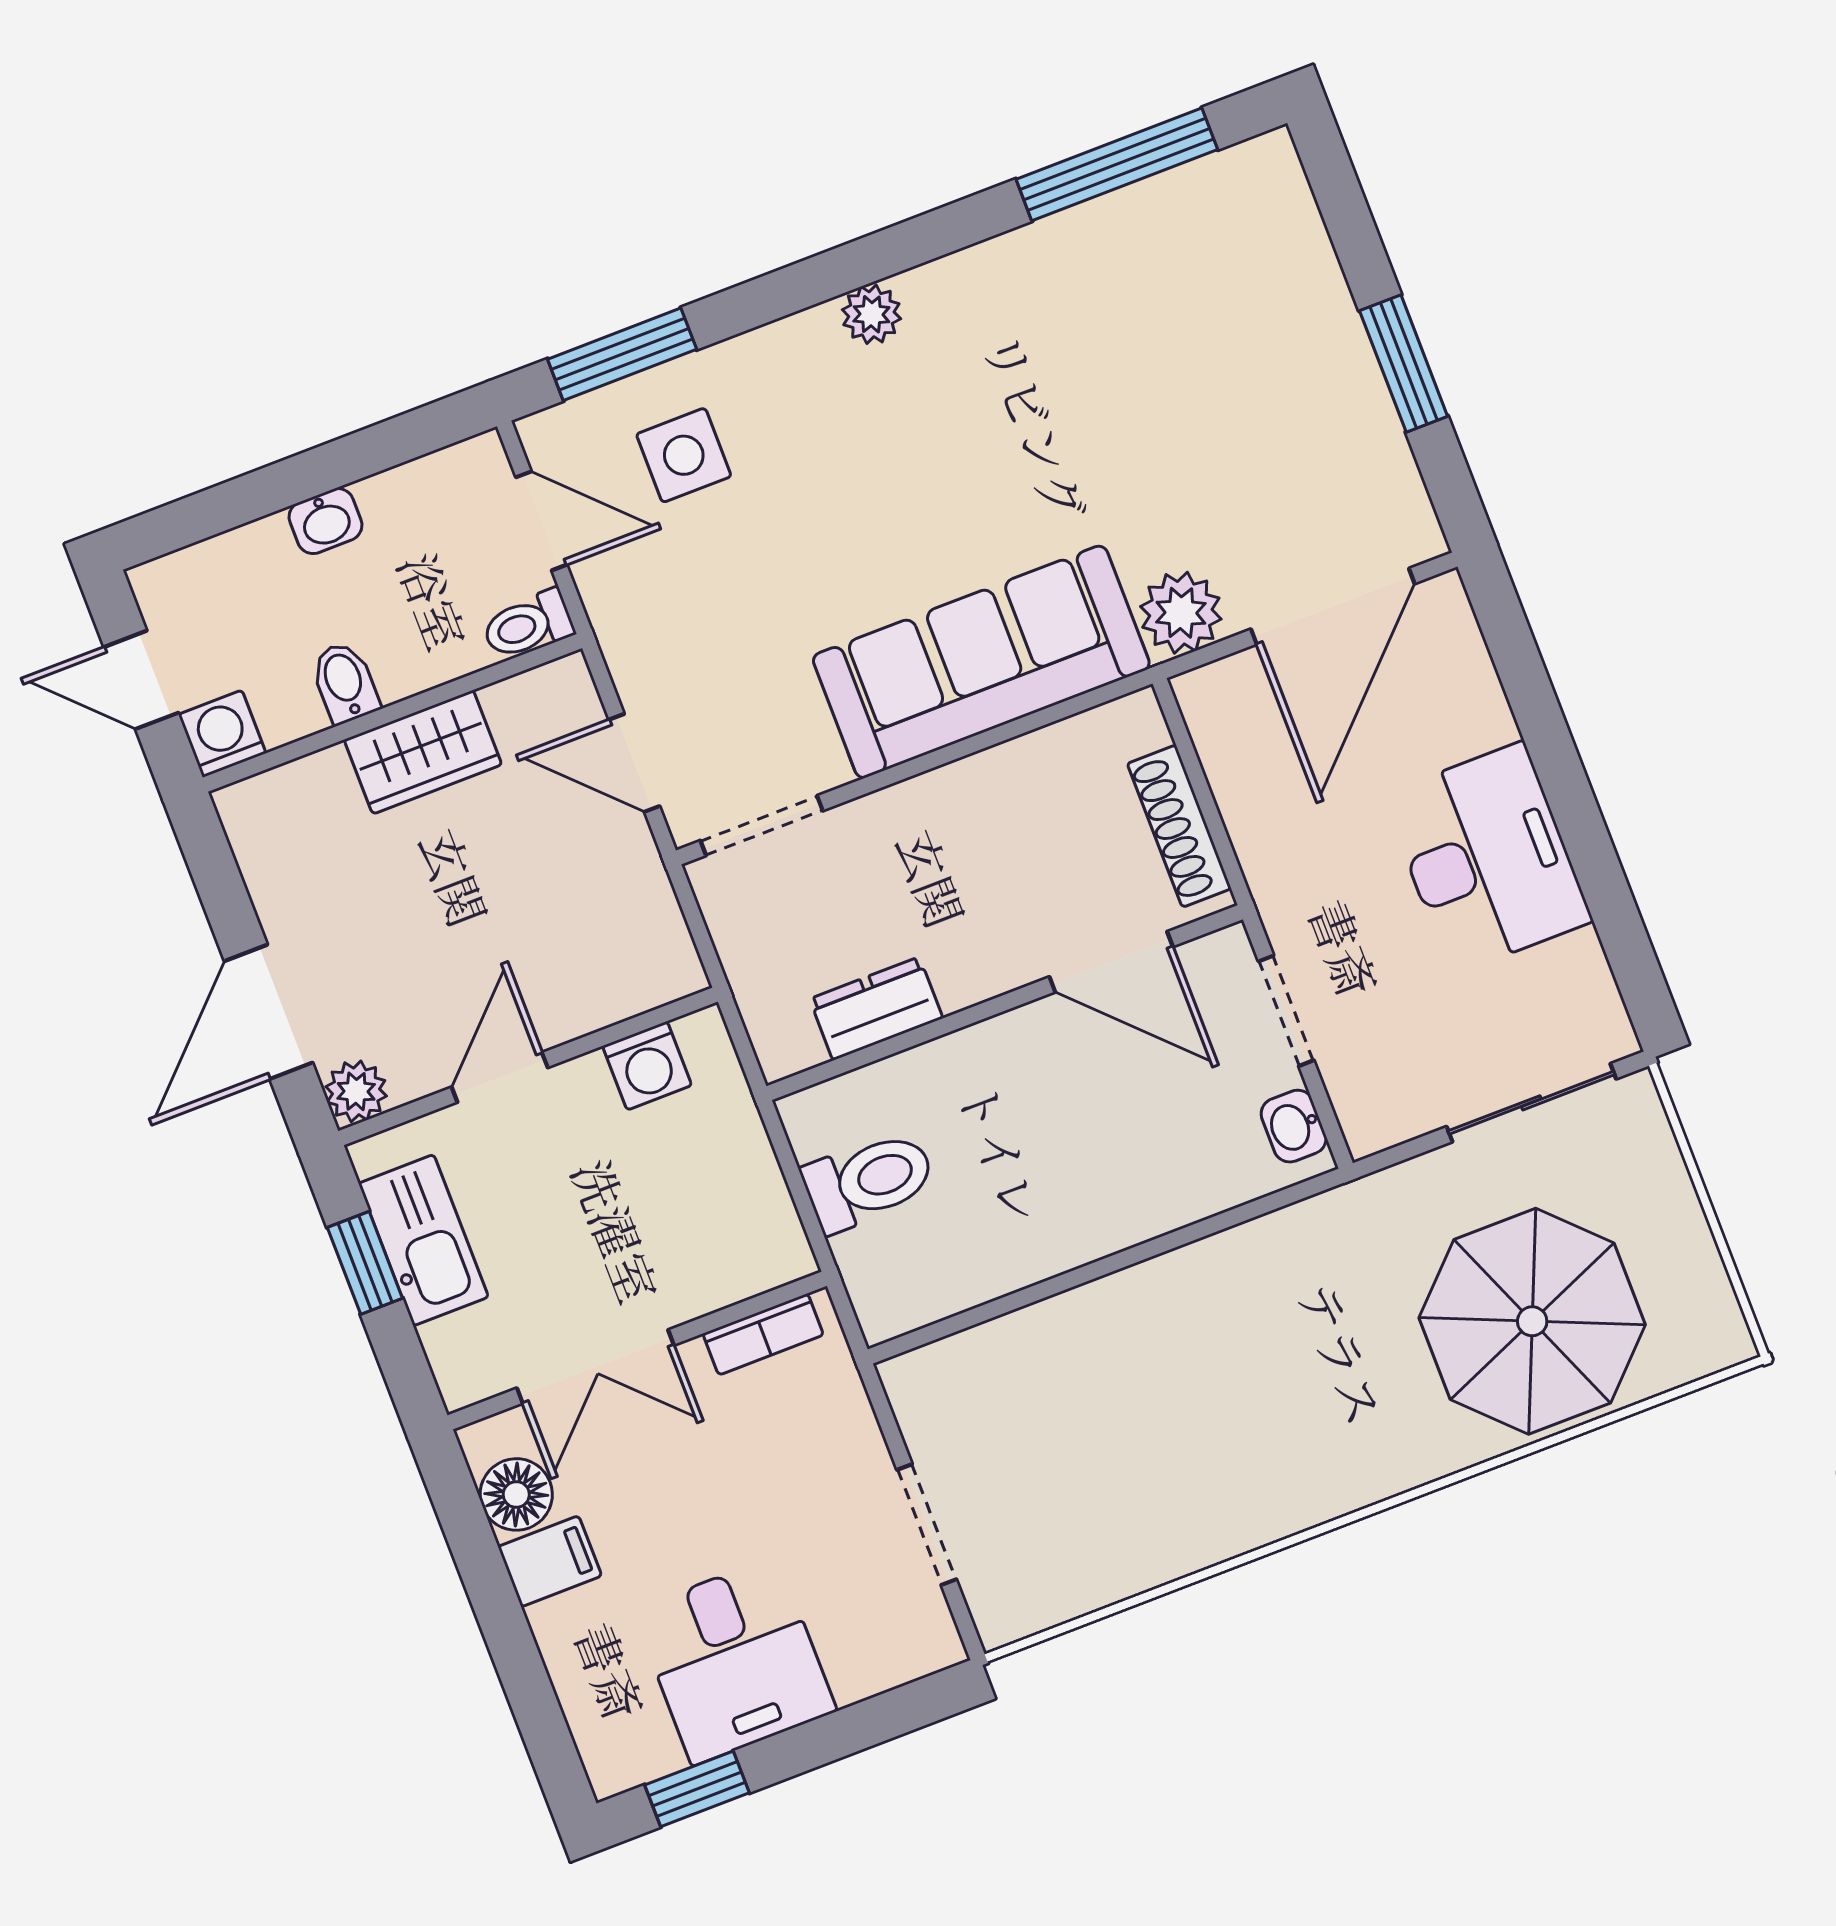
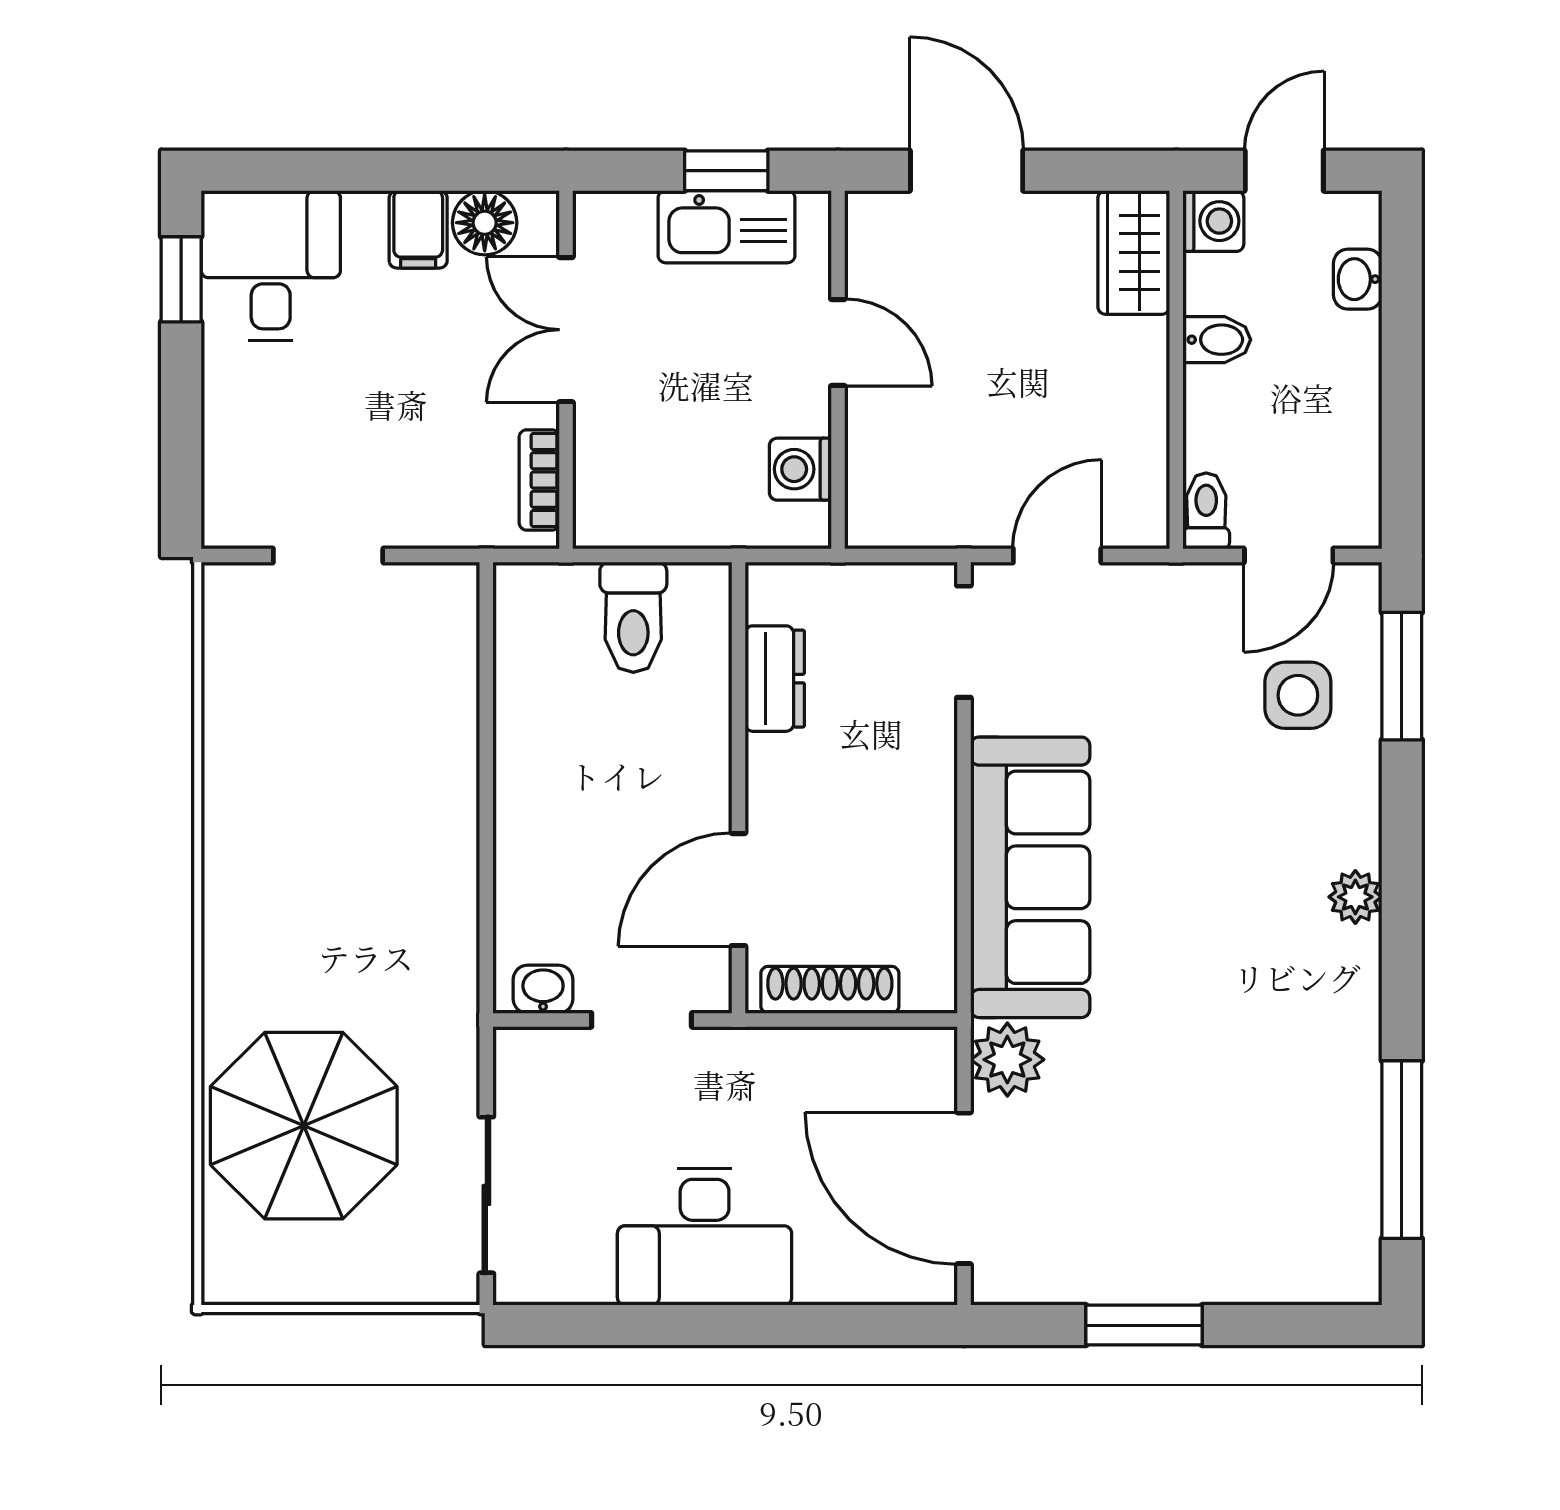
washbasin: (326, 521) -> (1358, 279), moved
wardrobe: (423, 752) -> (1134, 252), moved
plant: (356, 1091) -> (872, 218), removed
desk: (735, 1661) -> (271, 266), moved, turned 90

